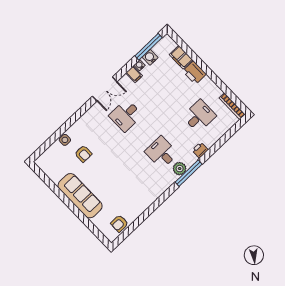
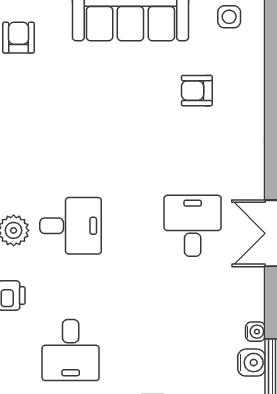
filing cabinet: (134, 74) -> (249, 307), removed
side table: (65, 140) -> (229, 17), moved

